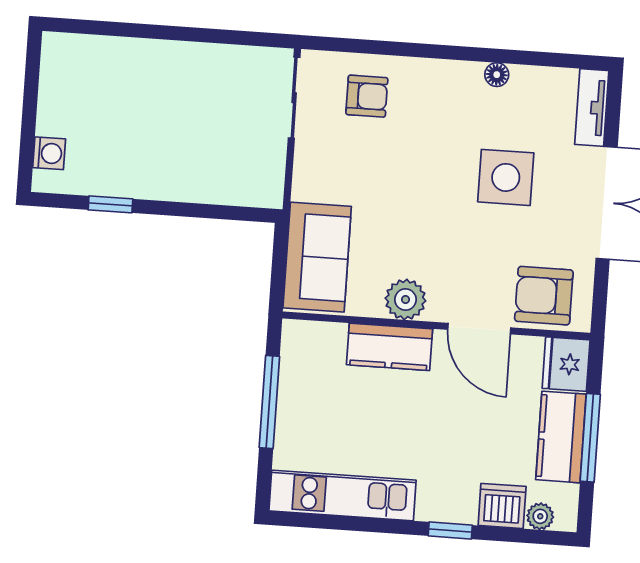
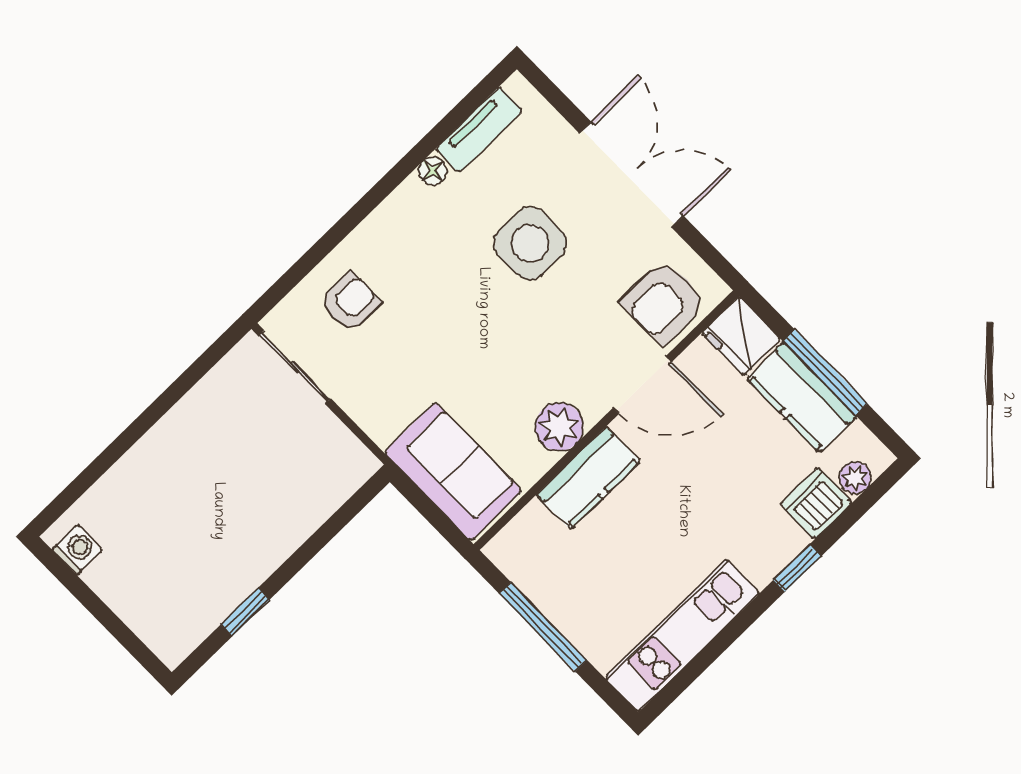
tv unit: (592, 107) -> (479, 130), moved, turned -90
washing machine: (49, 153) -> (77, 550), moved

